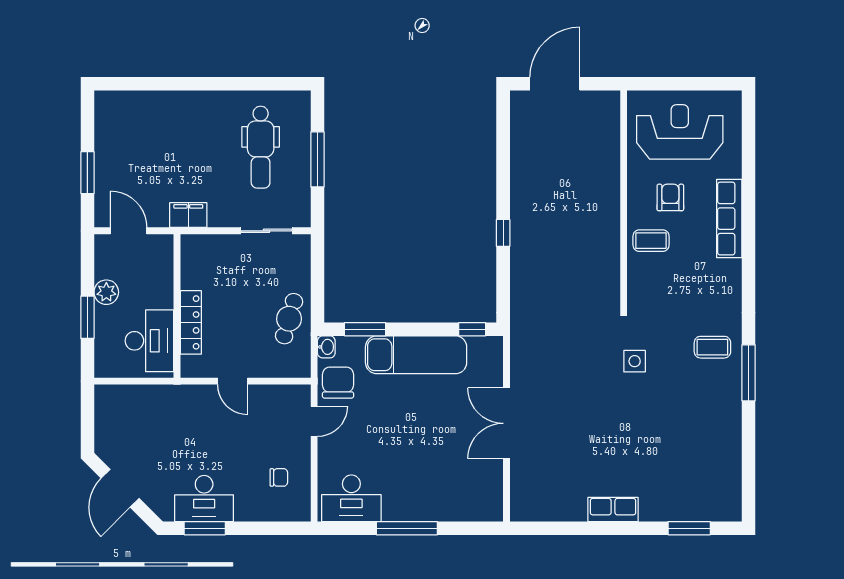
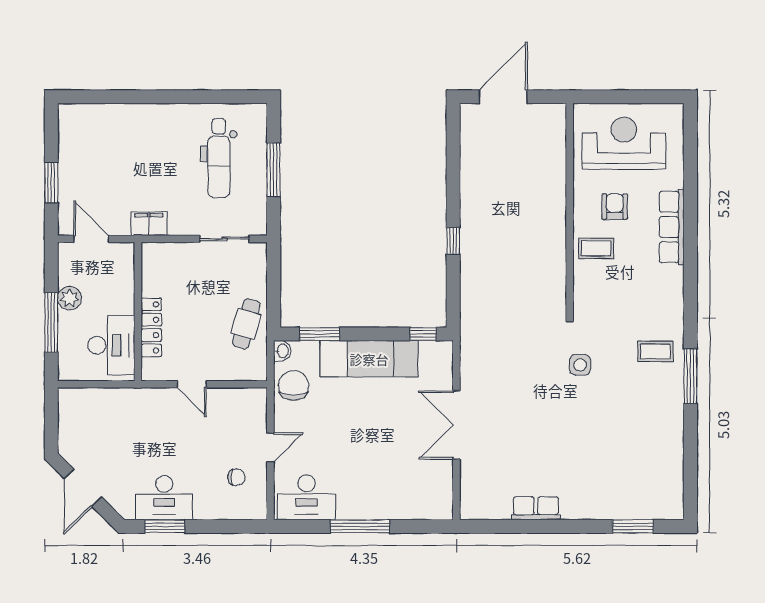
window: (87, 317) -> (51, 322), width x1.44
door: (314, 421) -> (270, 447), moved
row of seats: (613, 510) -> (536, 508), moved

